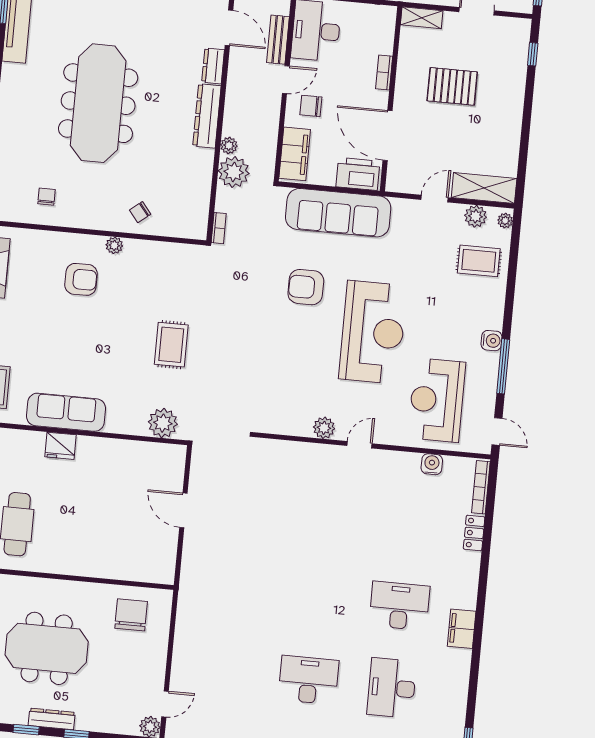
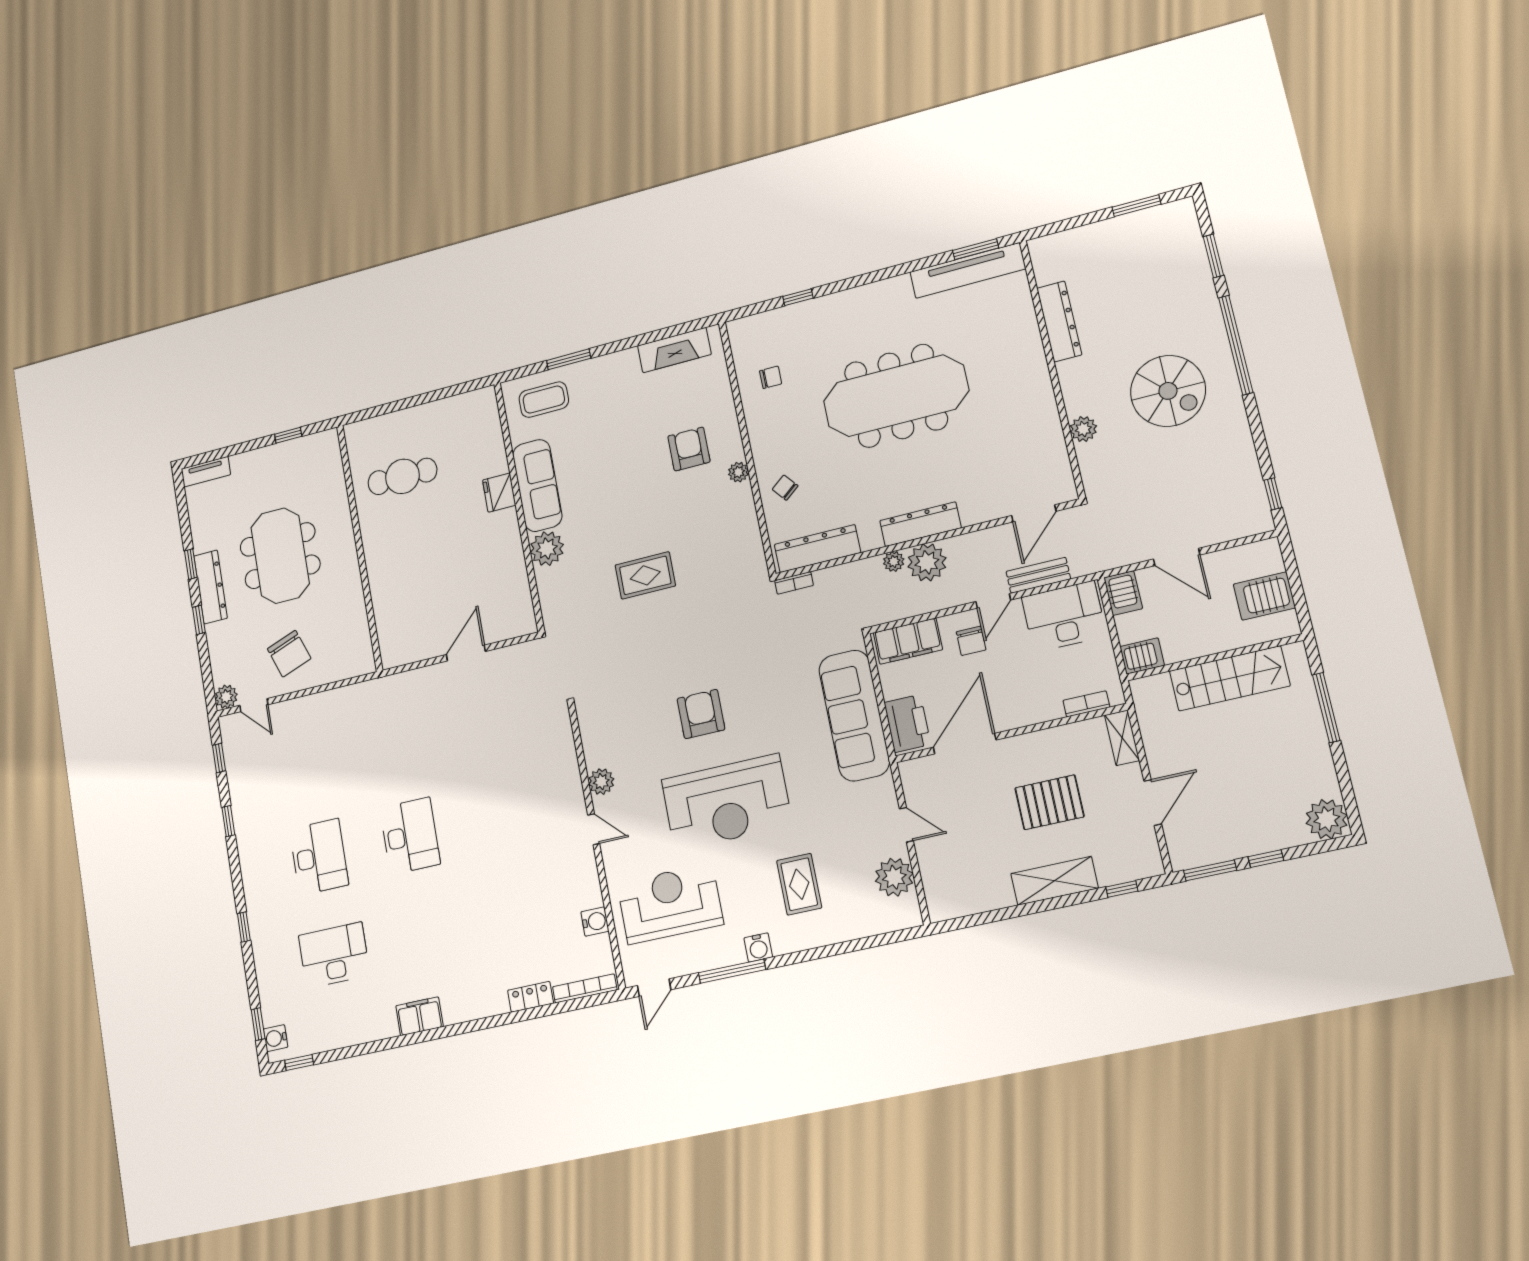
dresser: (213, 66) -> (817, 549), moved, width x1.96, depth x1.24
bookcase: (384, 72) -> (1086, 704), moved
door: (286, 80) -> (993, 601), hinge flipped
pallet: (452, 86) -> (1049, 802), turned 90
chair: (311, 106) -> (971, 641), turned 180
plant: (234, 172) -> (927, 562), moved
shelving: (484, 188) -> (1055, 881), moved, turned 90
plant: (476, 216) -> (894, 877), width x1.36, depth x1.36
plant: (505, 221) -> (906, 919), removed
rug: (479, 261) -> (799, 884), moved
armchair: (81, 279) -> (689, 449), turned 180
armchair: (306, 287) -> (701, 714), moved
plant: (163, 423) -> (547, 549), moved
desk: (399, 606) -> (410, 836), moved
chair: (131, 615) -> (289, 654), moved, turned 70
dresser: (52, 719) -> (211, 587), width x1.37, depth x1.24

